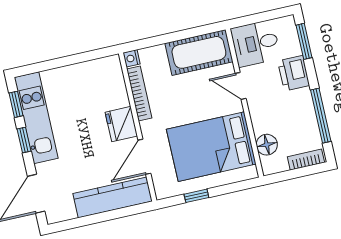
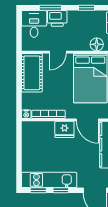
window: (304, 41) -> (50, 8), moved
desk: (256, 43) -> (34, 24), moved, turned 180
window: (321, 116) -> (87, 8), width x0.46

